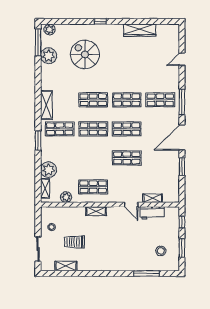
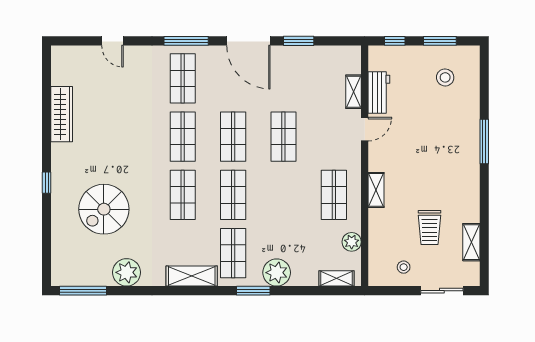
plant: (50, 29) -> (61, 271), removed
plant: (49, 56) -> (127, 272), moved
plant: (48, 170) -> (277, 273), moved
window: (146, 273) -> (484, 142), moved

